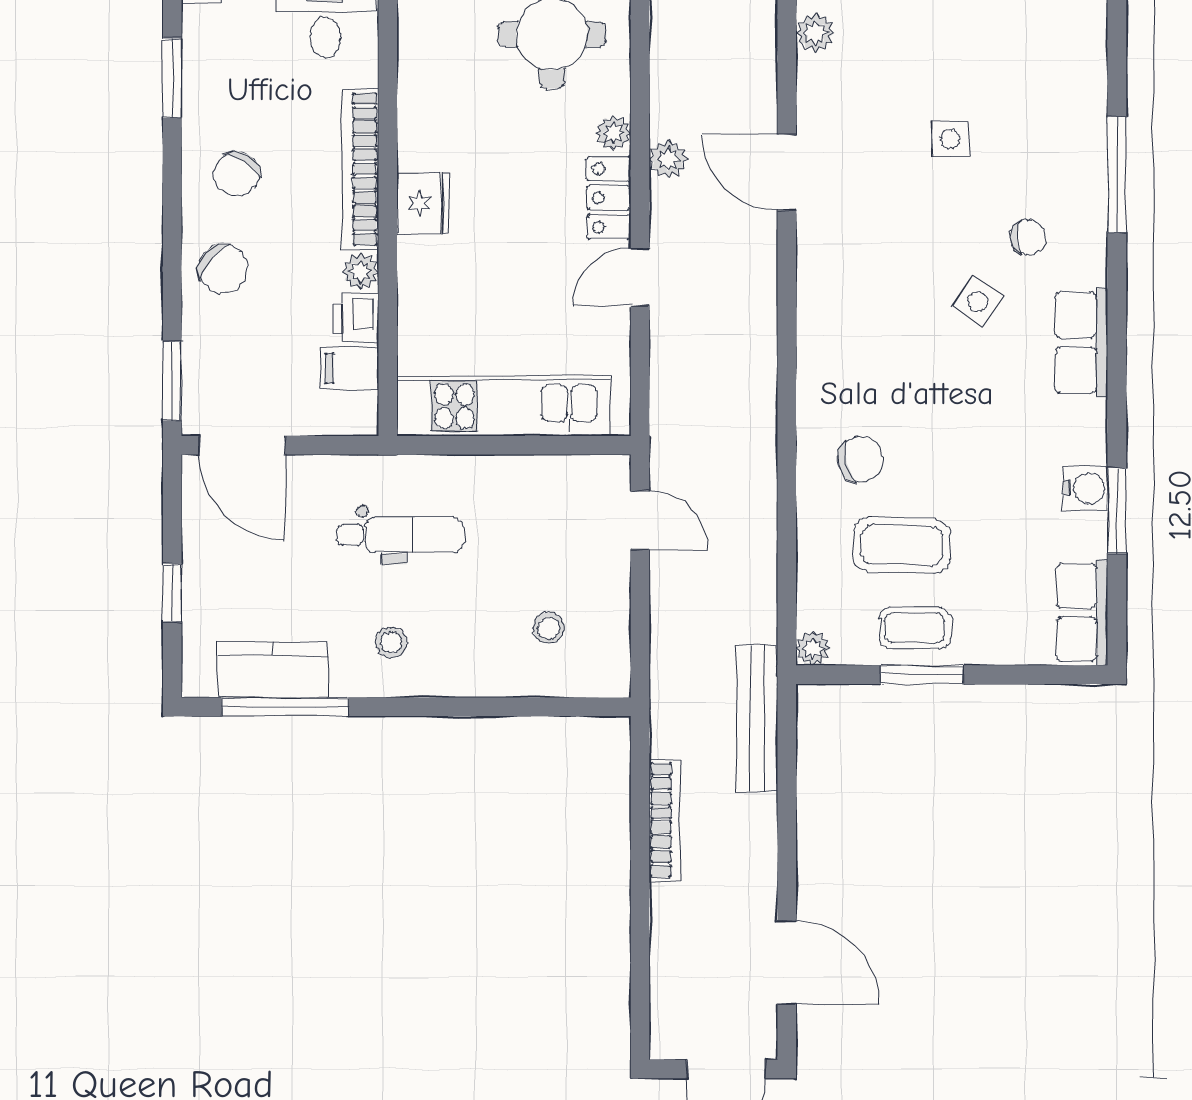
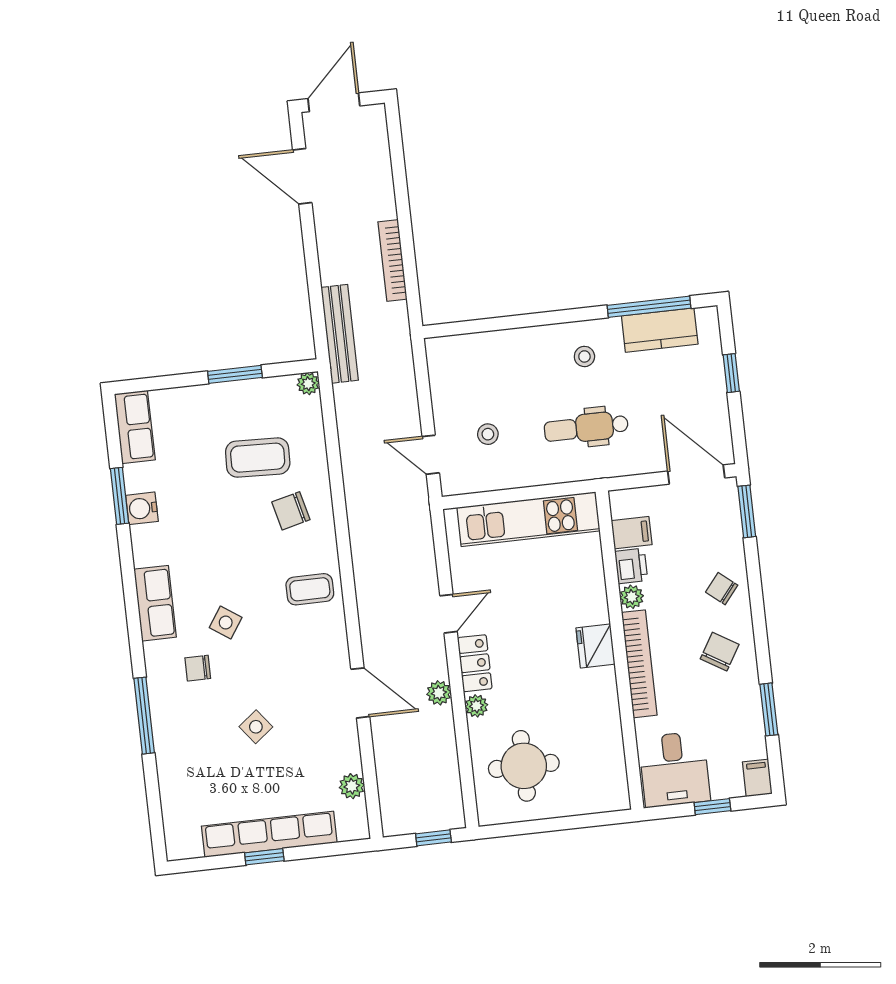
side table: (950, 139) -> (256, 727), turned -38
chair: (223, 269) -> (722, 589), width x0.73, depth x0.73
stool: (549, 628) -> (488, 434), moved
coffee table: (915, 628) -> (310, 589), moved

